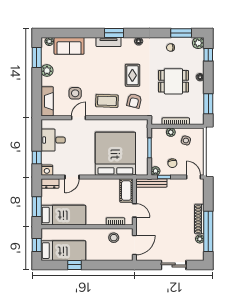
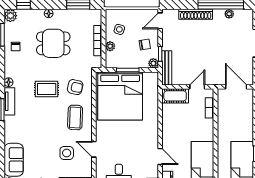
tv unit: (109, 42) -> (9, 101), moved
dining table: (173, 81) -> (53, 43), turned 90
bed: (115, 154) -> (120, 96), moved, turned -90
shoe rack: (199, 219) -> (196, 14), moved
stool: (114, 238) -> (228, 110), removed

